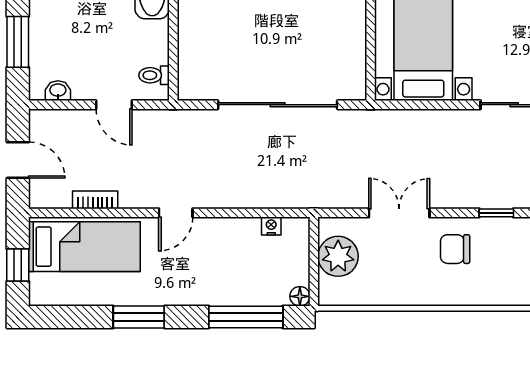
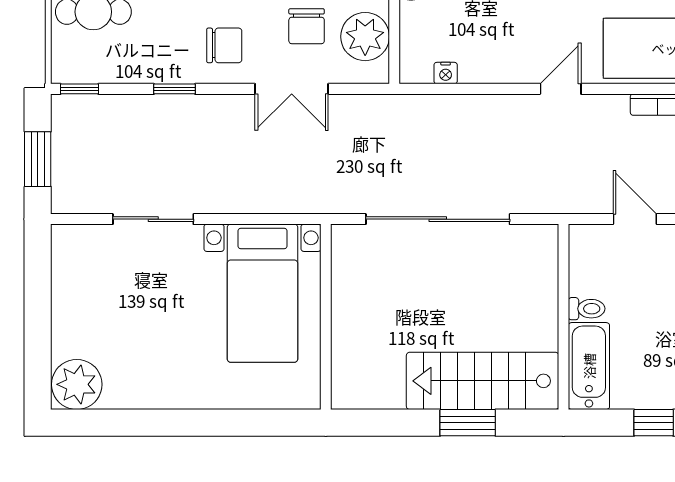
toilet: (154, 75) -> (587, 309), moved
chair: (387, 265) -> (307, 26), added

